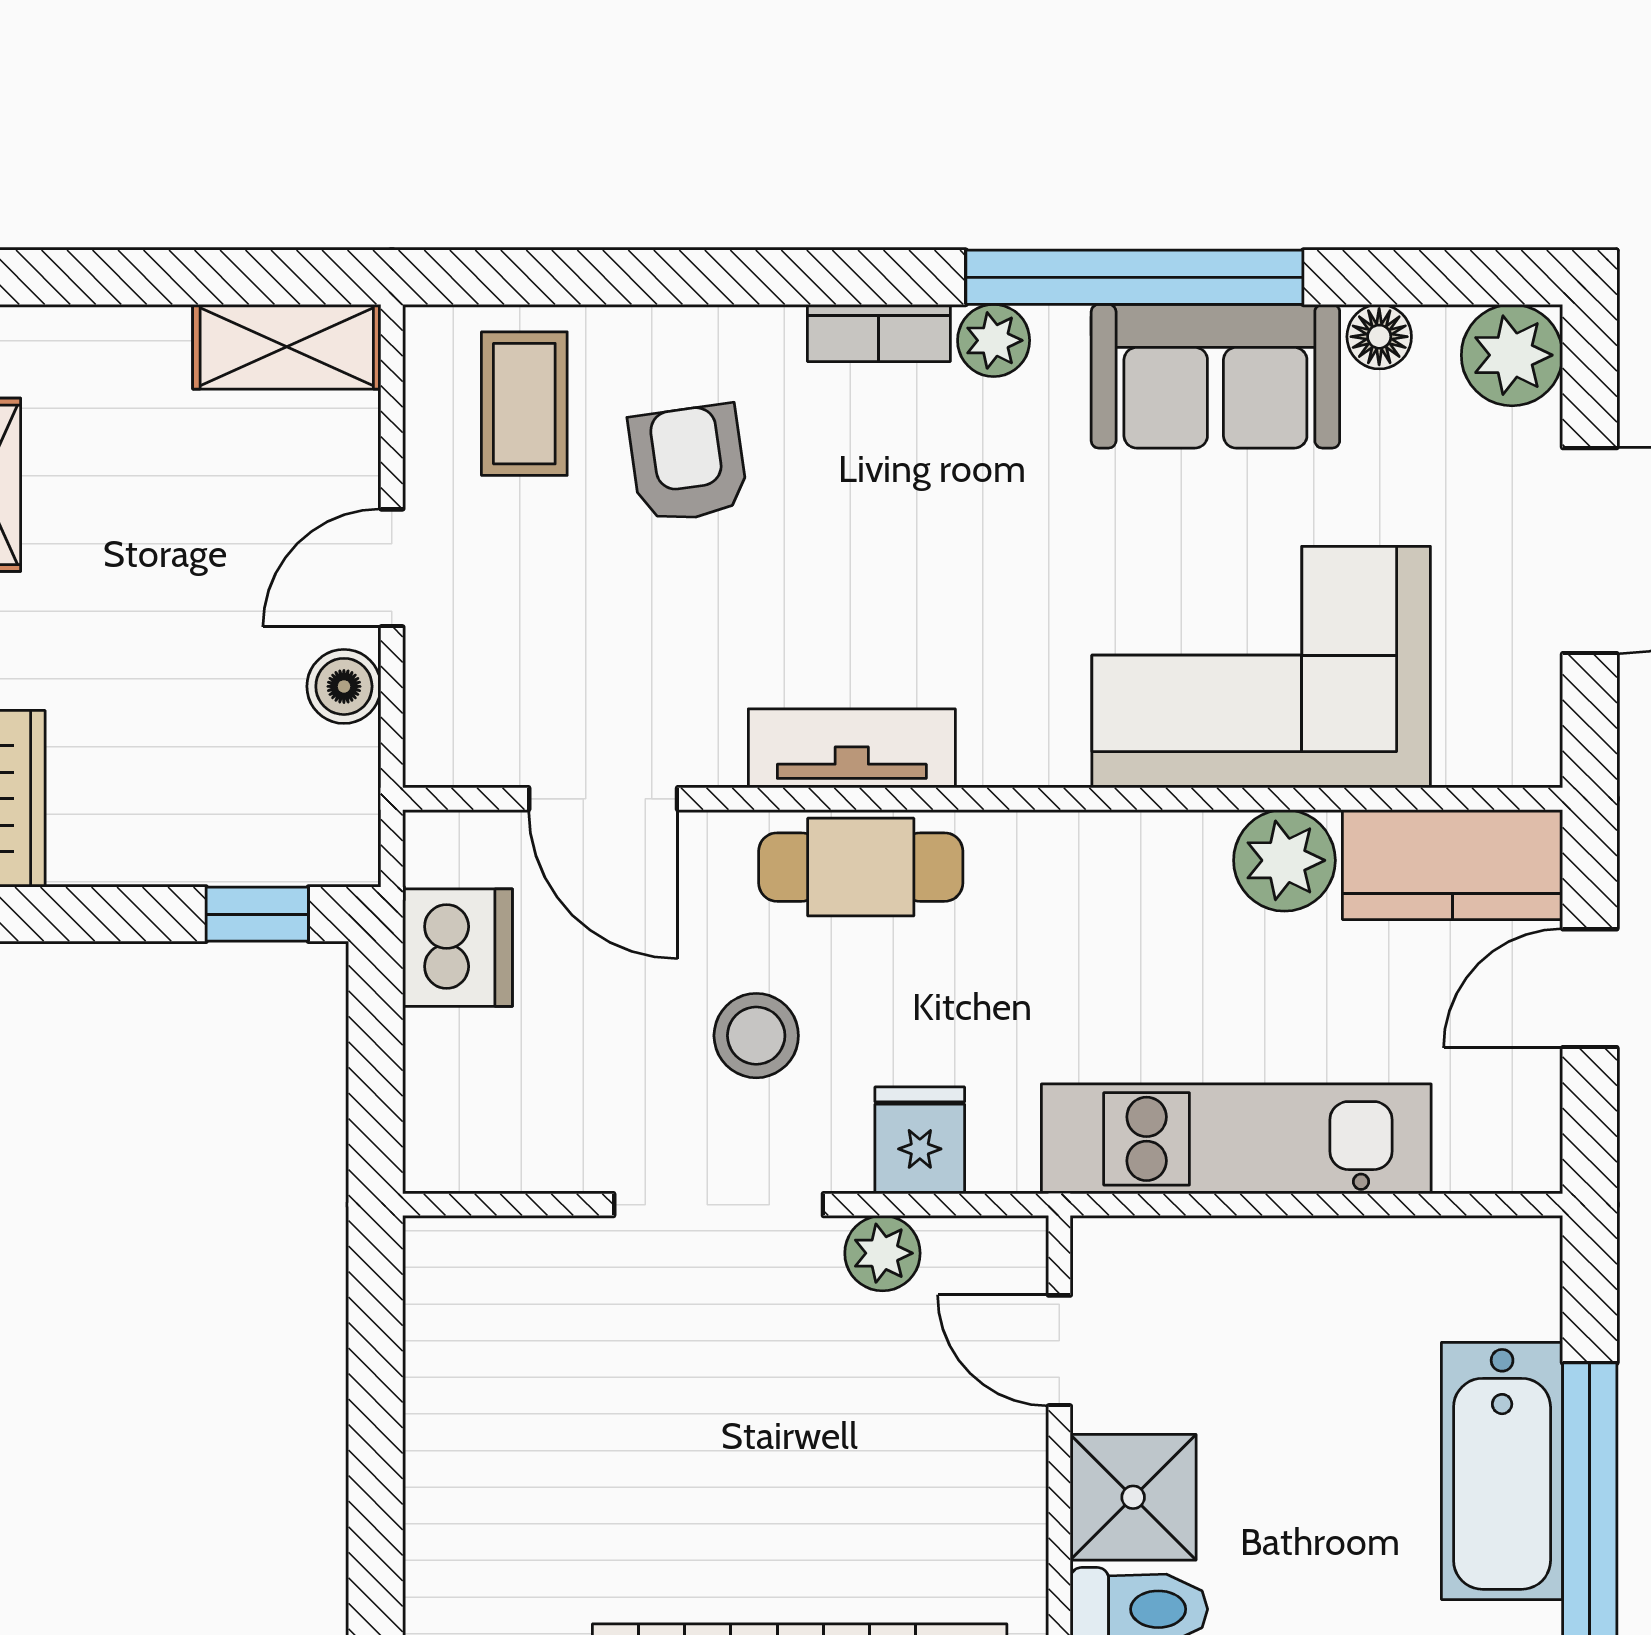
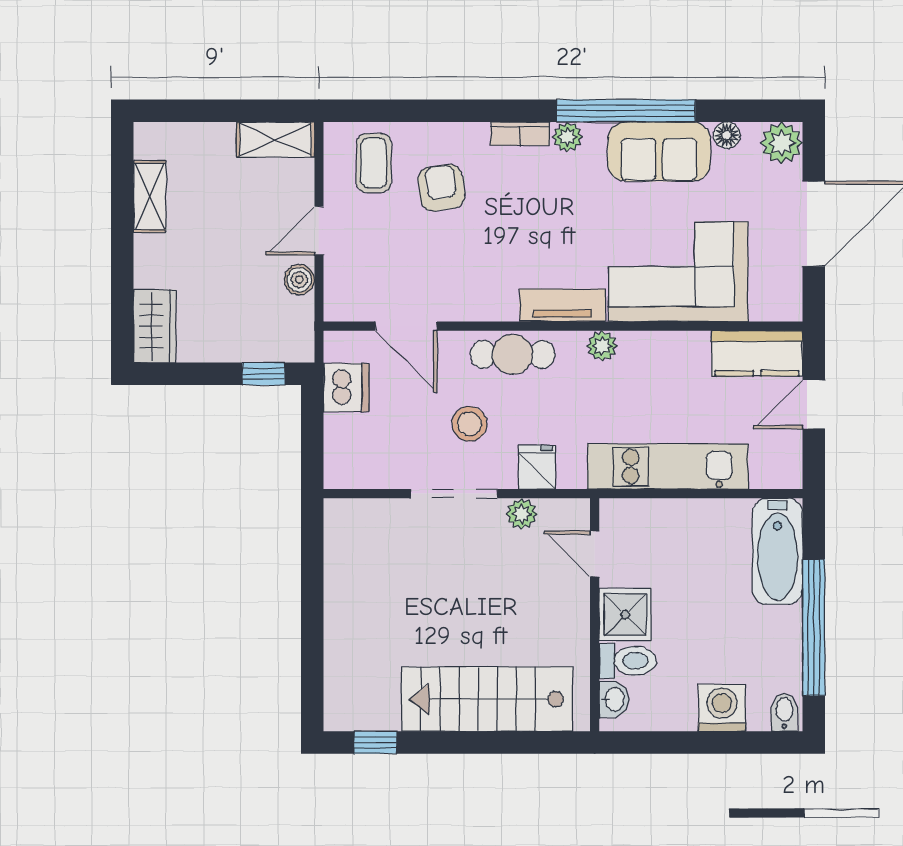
tv unit: (852, 748) -> (562, 305), moved
plant: (1284, 860) -> (602, 346), moved, width x0.73, depth x0.73
bathtub: (1502, 1471) -> (777, 551), moved

